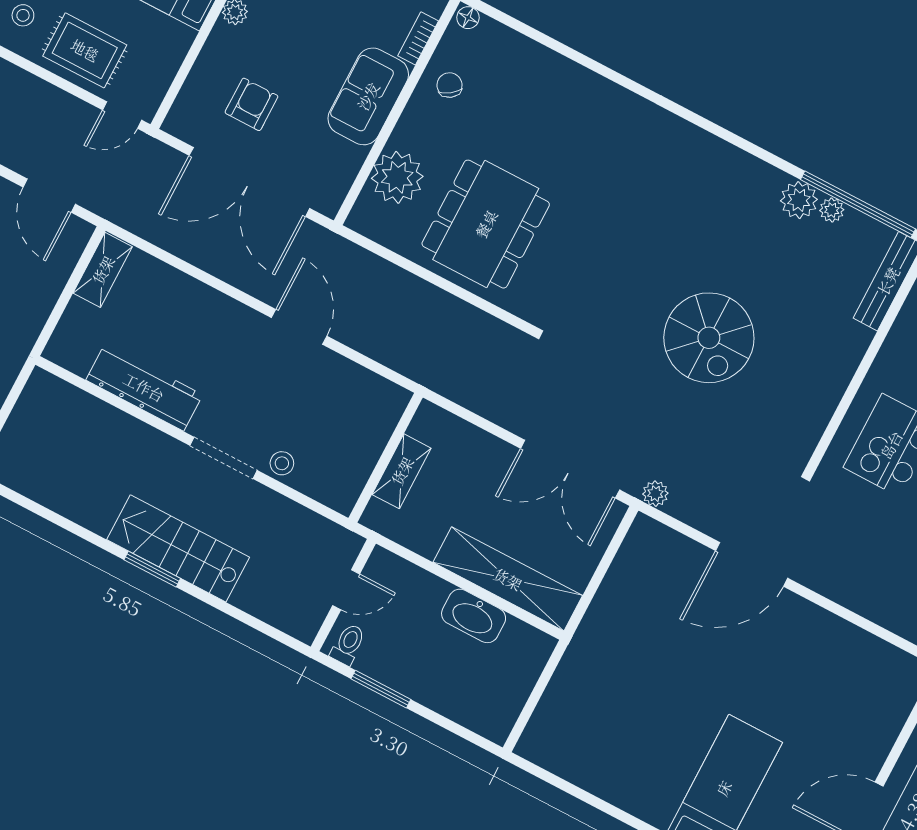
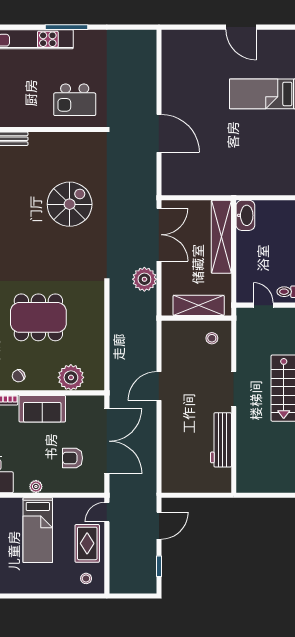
door: (122, 115) -> (107, 512), swing flipped
dining table: (486, 224) -> (38, 317), moved
shelving: (103, 270) -> (179, 485), removed
stool: (282, 463) -> (212, 338), moved
shelving: (402, 471) -> (199, 305), width x1.50, depth x1.33
plant: (655, 494) -> (144, 279), moved, width x1.88, depth x1.88
washbasin: (474, 616) -> (245, 215), moved

